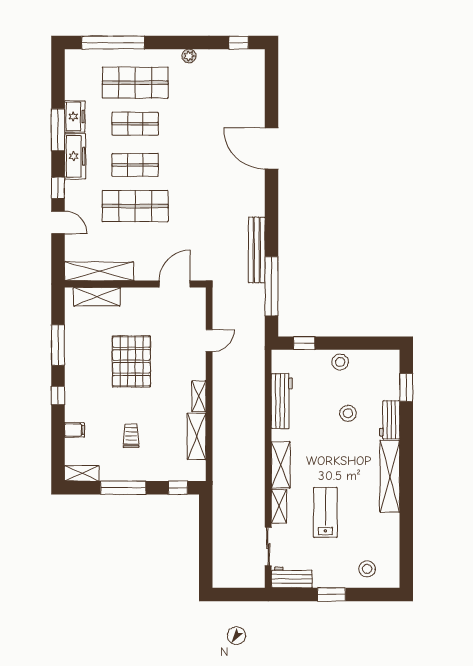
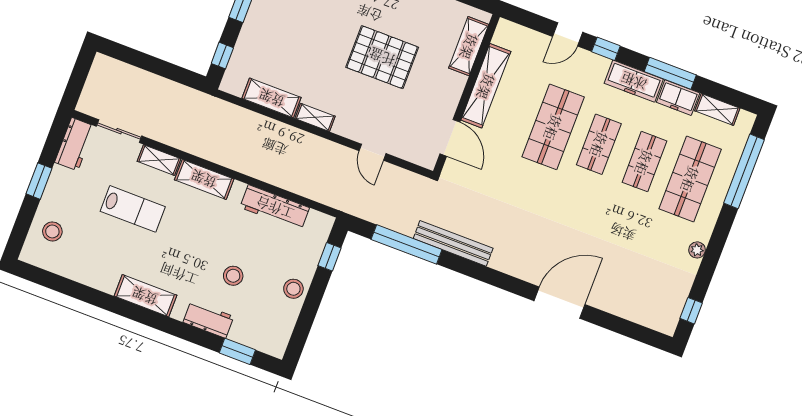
shelving: (72, 82) -> (717, 109), added
shelving: (99, 271) -> (486, 86), moved
trolley: (131, 436) -> (300, 26), removed
shelving: (390, 476) -> (145, 296), width x0.68

